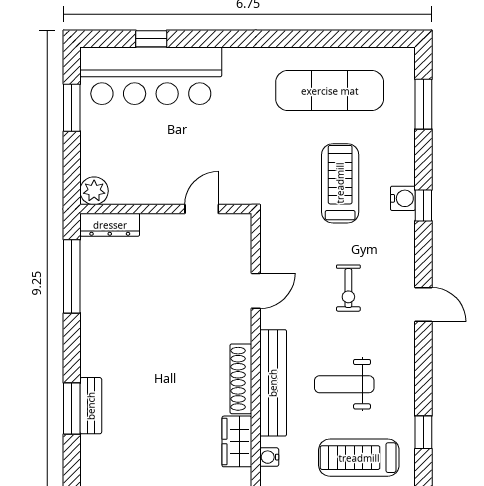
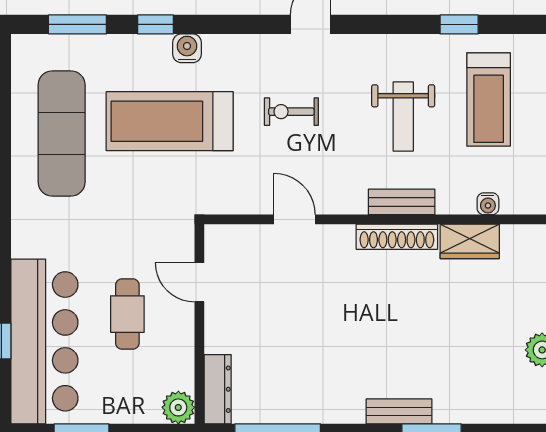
cafe table: (174, 147) -> (127, 314), added
treadmill: (340, 183) -> (170, 121), width x1.37, depth x1.38
window: (423, 205) -> (156, 24), moved
exercise bike: (348, 288) -> (291, 112), turned 180
bench: (273, 383) -> (402, 202), width x0.54, depth x0.82
bench: (91, 406) -> (399, 411), moved

